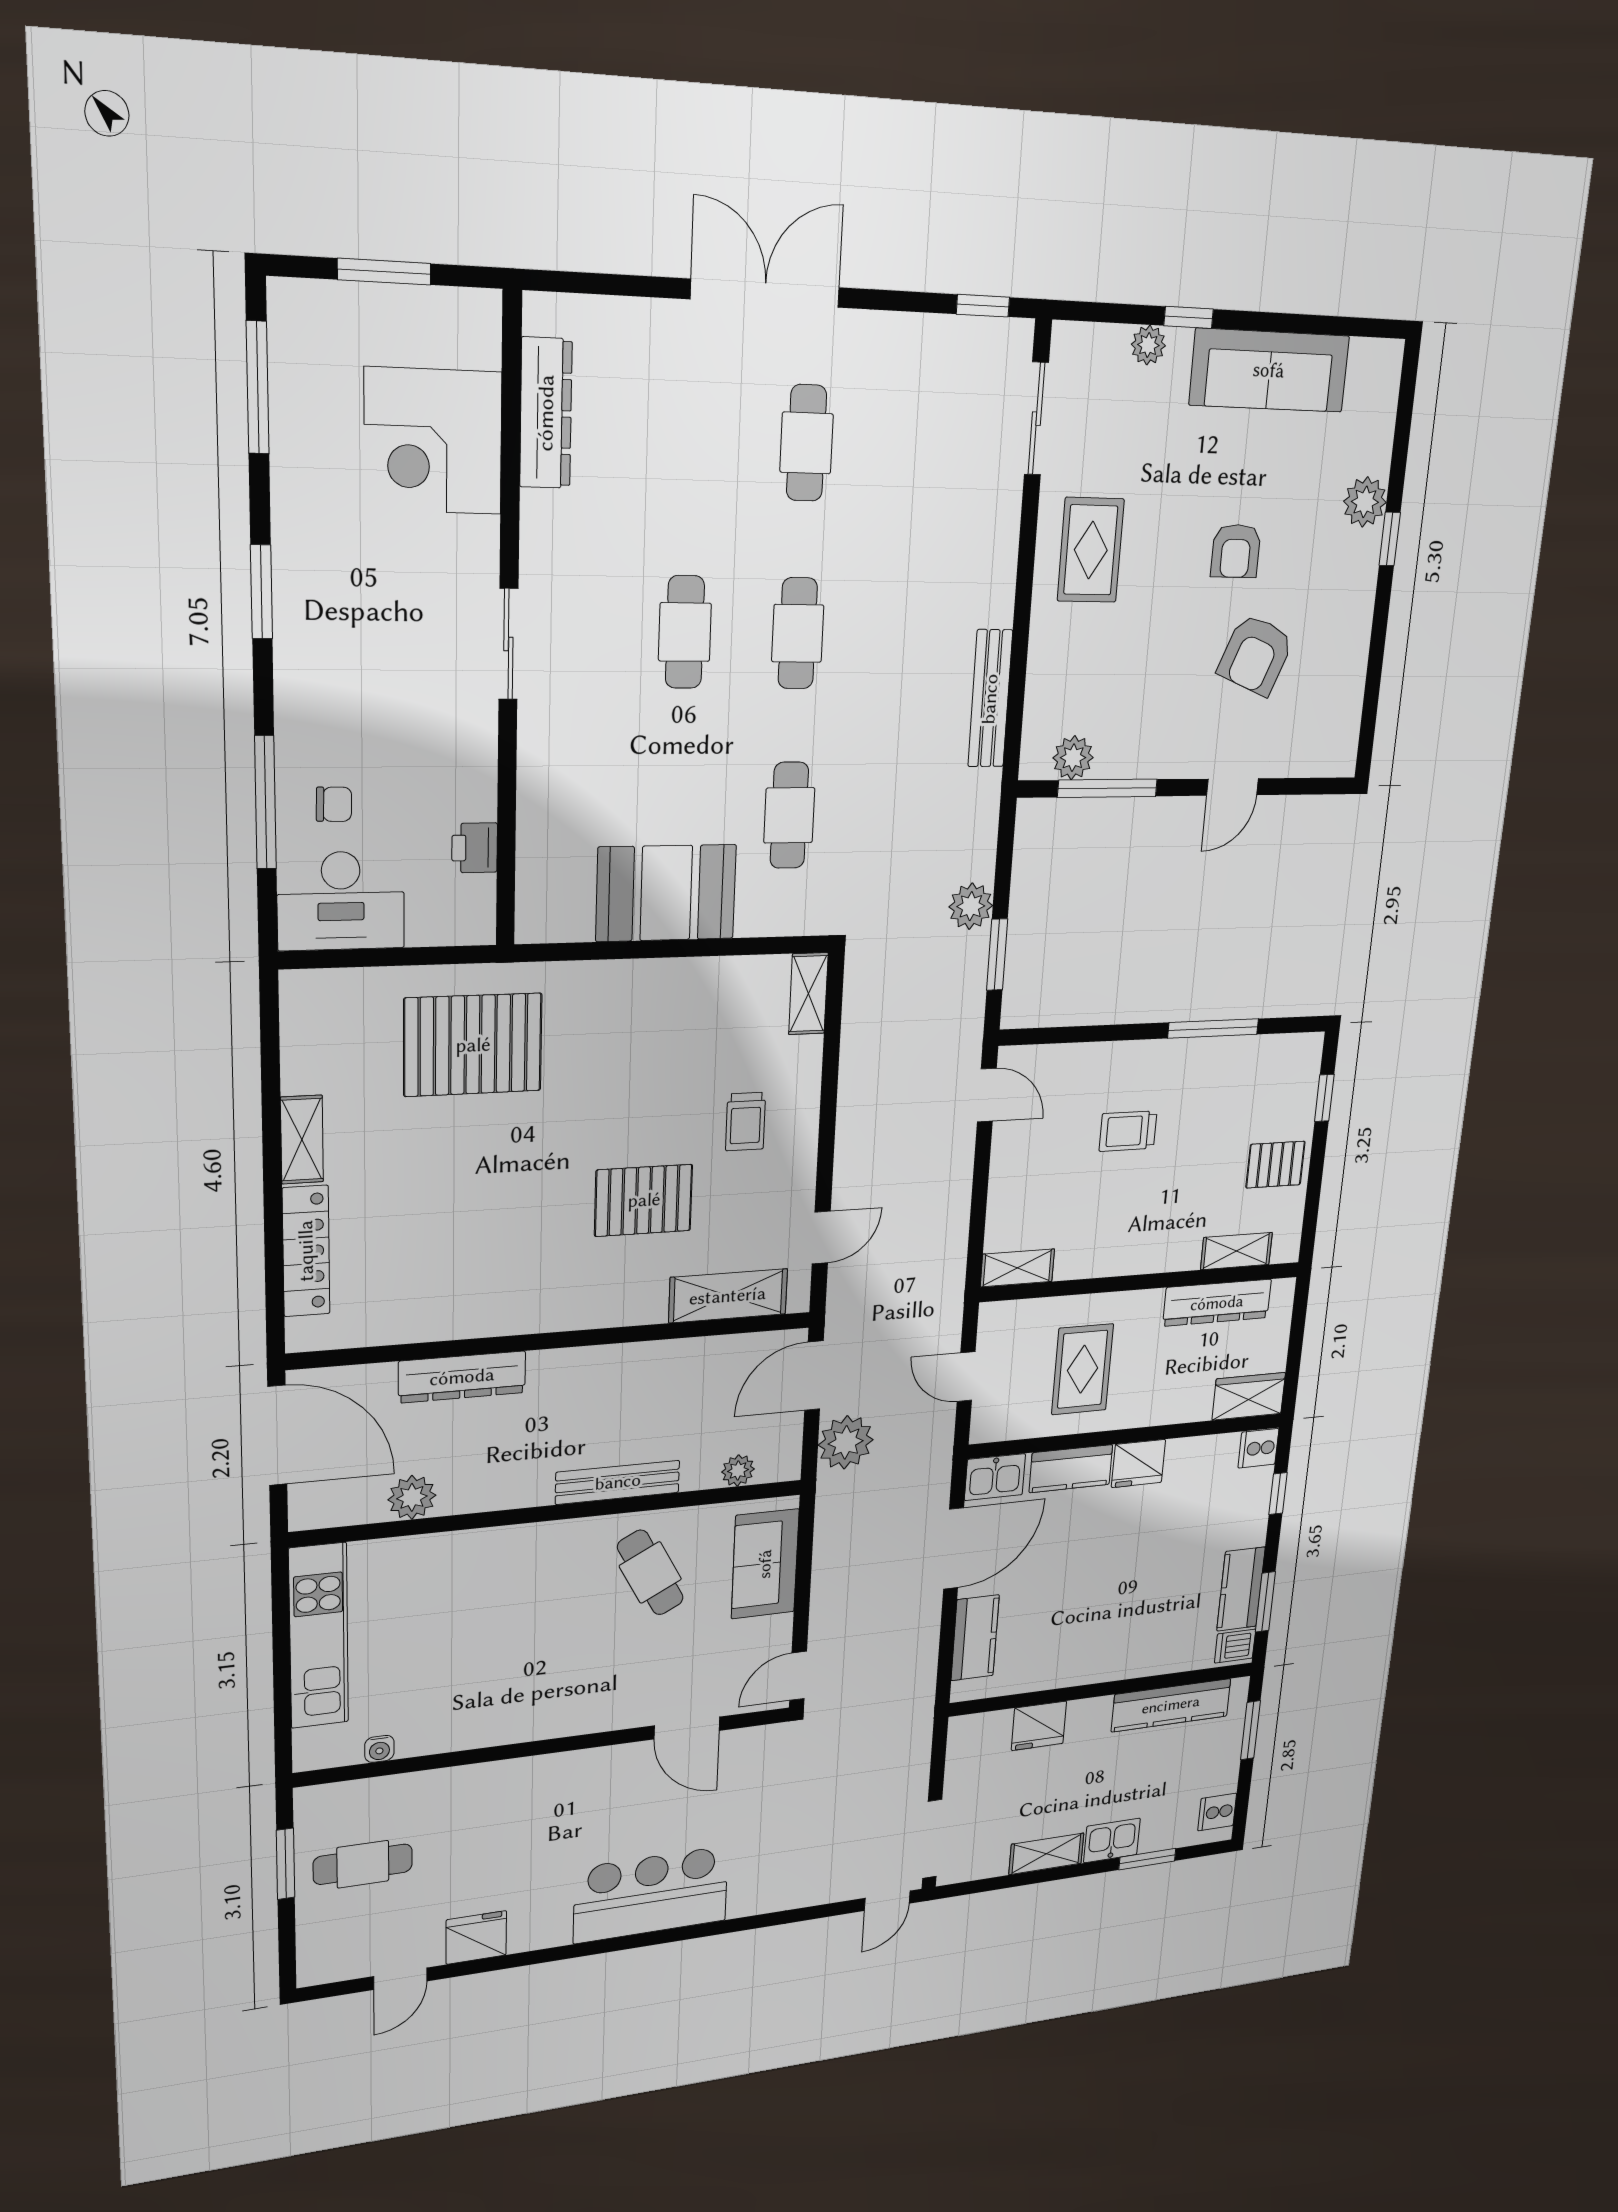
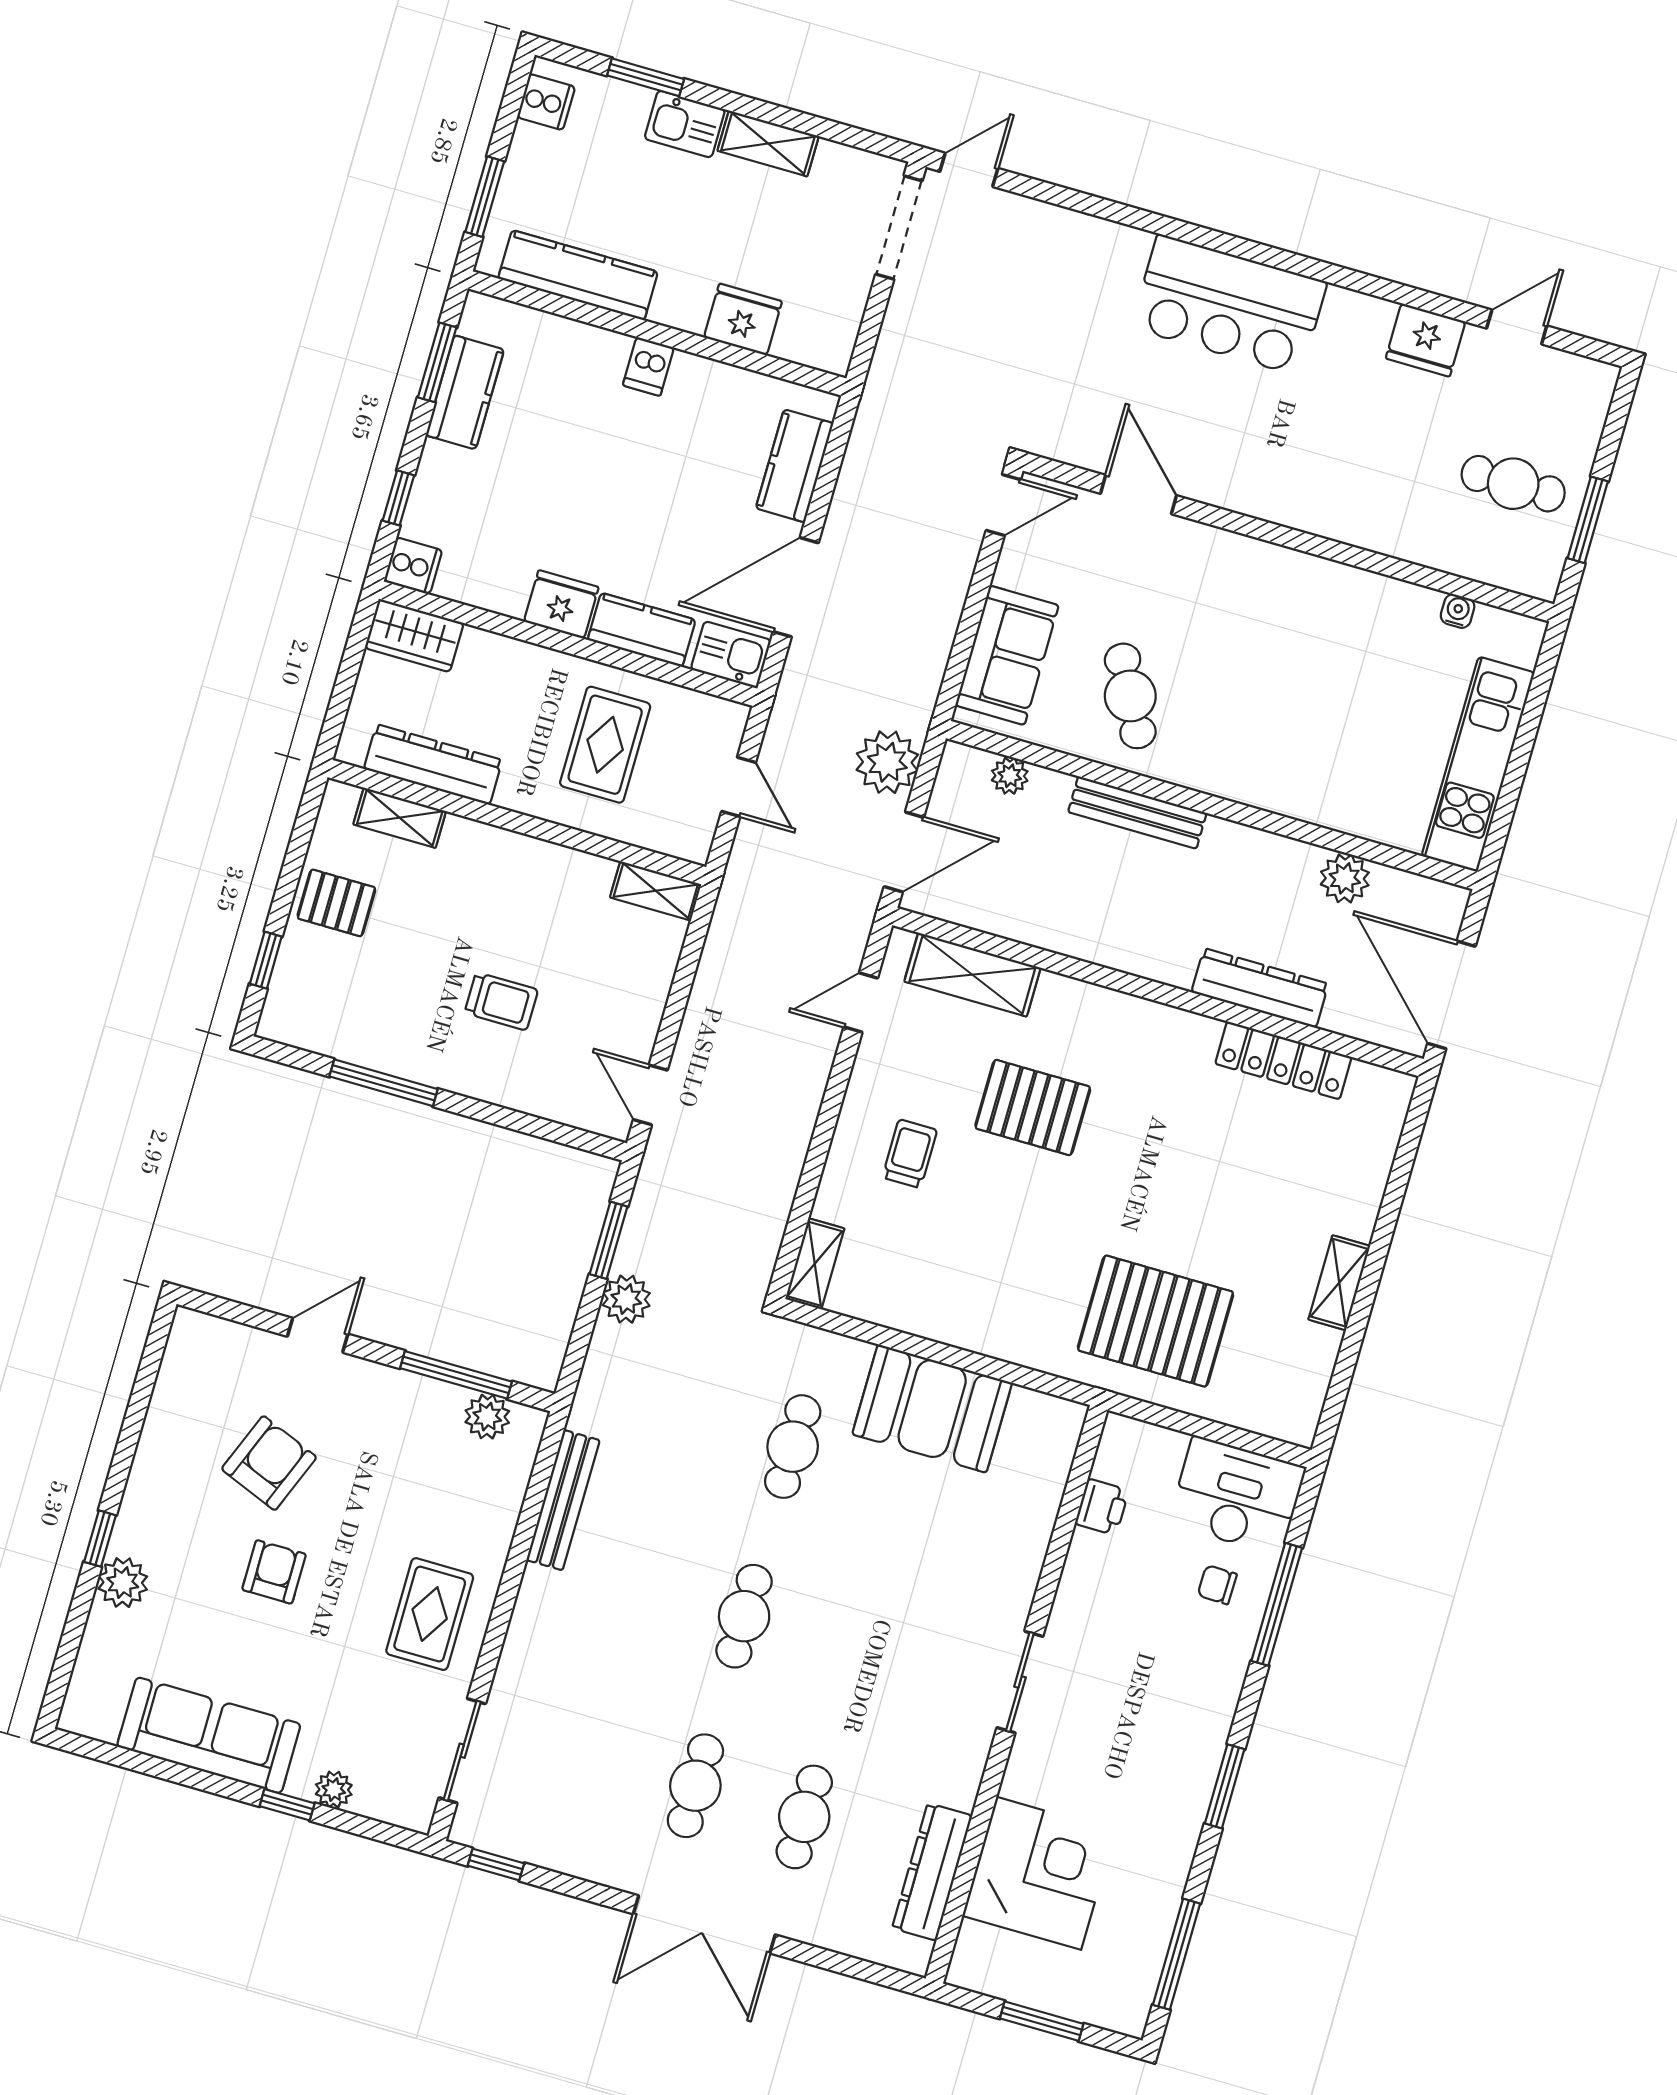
cafe table: (685, 632) -> (804, 1817), moved
locker: (306, 1251) -> (1283, 1060), moved, turned -90
dishwasher: (1235, 1646) -> (648, 366), moved, turned 90

